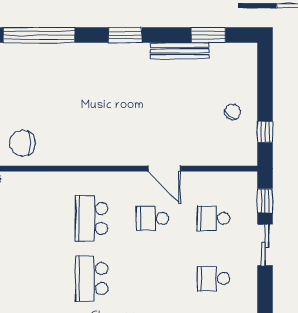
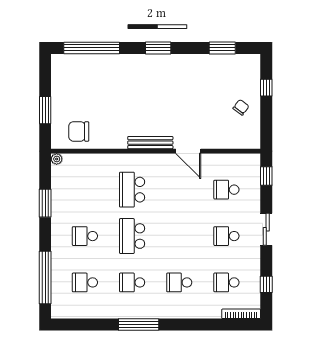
bench: (180, 51) -> (150, 143), moved
window: (265, 132) -> (266, 88), moved
school desk: (153, 218) -> (85, 236), moved
sliding door: (265, 245) -> (266, 229), moved

